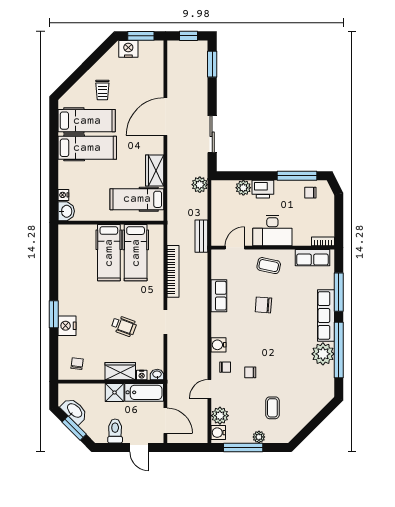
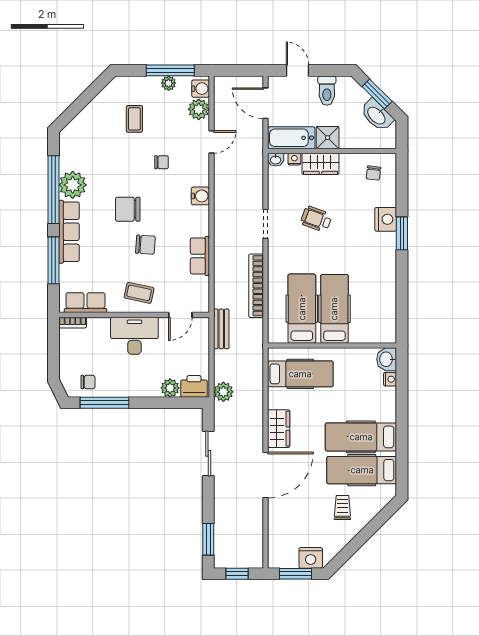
wardrobe: (155, 171) -> (279, 429), moved
printer: (263, 189) -> (194, 386), moved
chair: (225, 367) -> (128, 209), moved, width x1.87, depth x1.87
plant: (259, 437) -> (169, 83), moved

